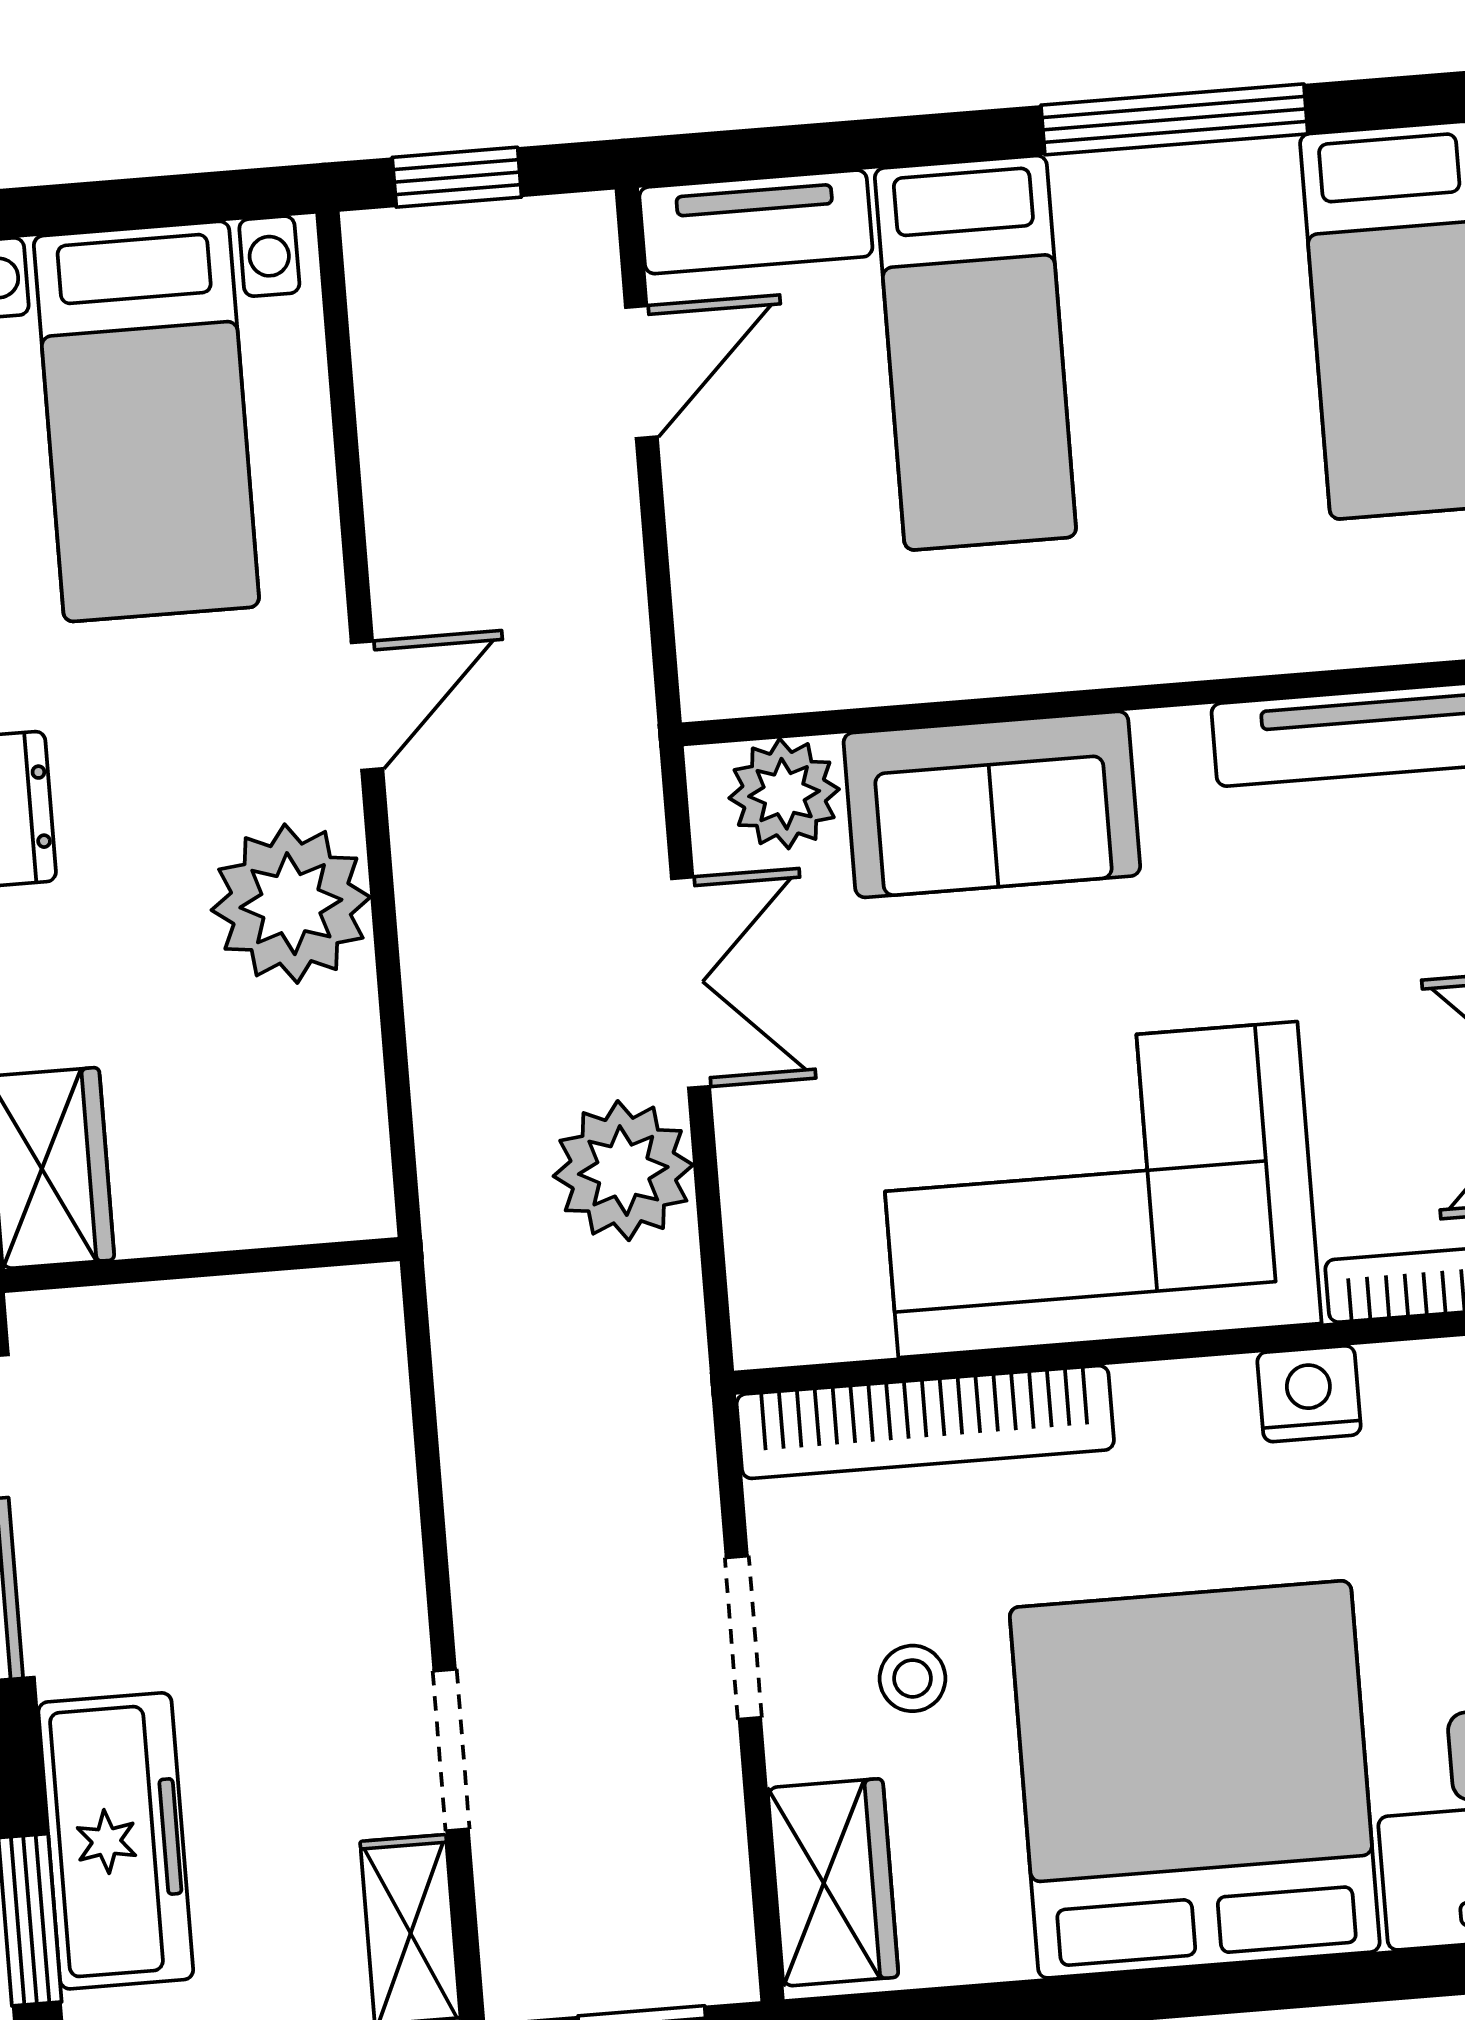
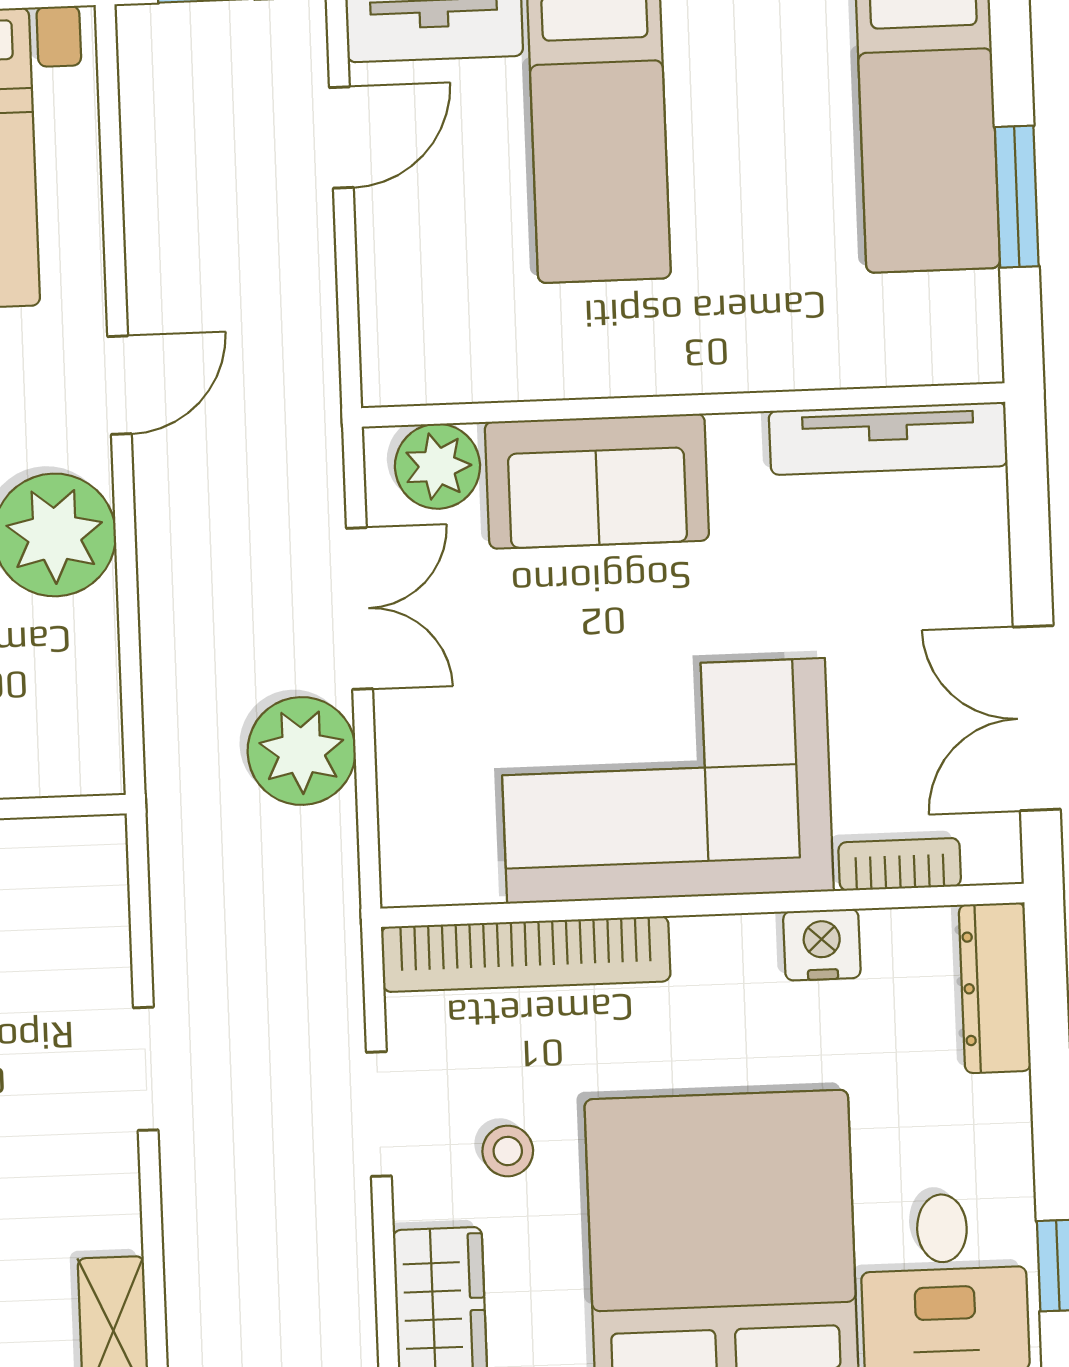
doorway: (451, 1750) -> (146, 1069), moved

